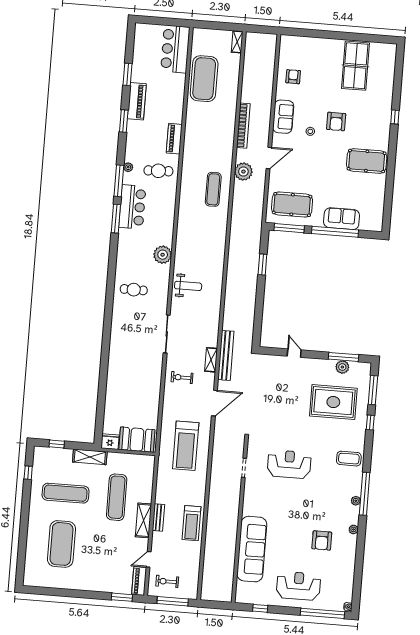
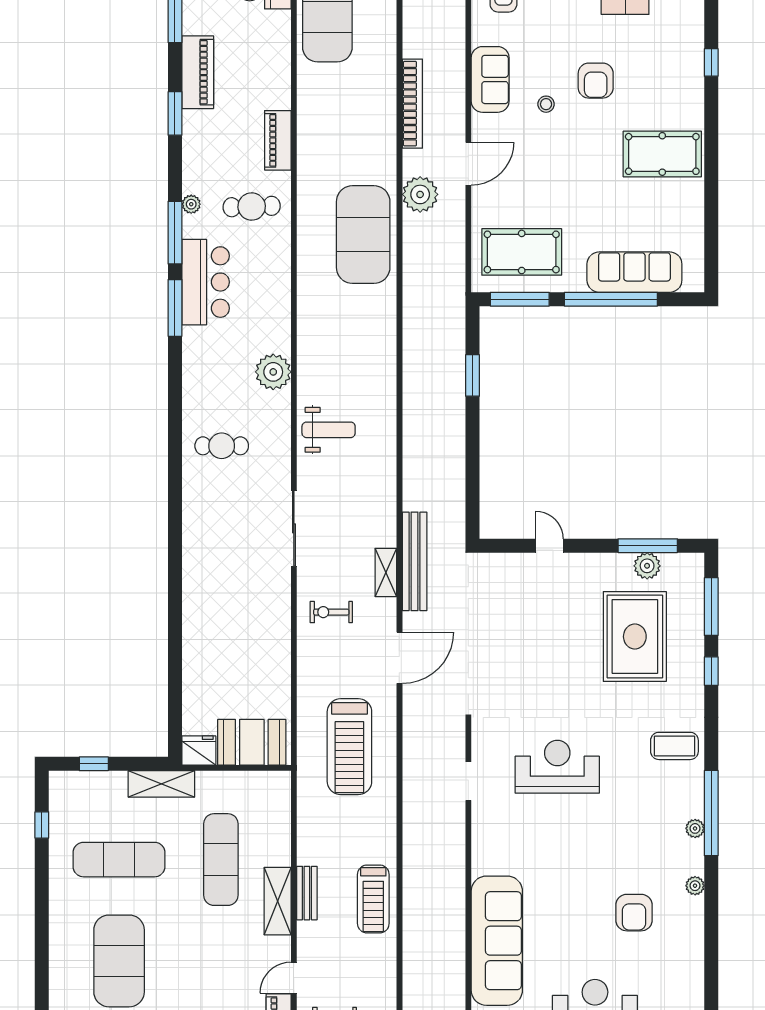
exercise mat: (213, 189) -> (363, 235), width x2.00, depth x1.45
sofa: (342, 219) -> (634, 272), width x1.36
rug: (333, 402) -> (635, 637), turned 90

